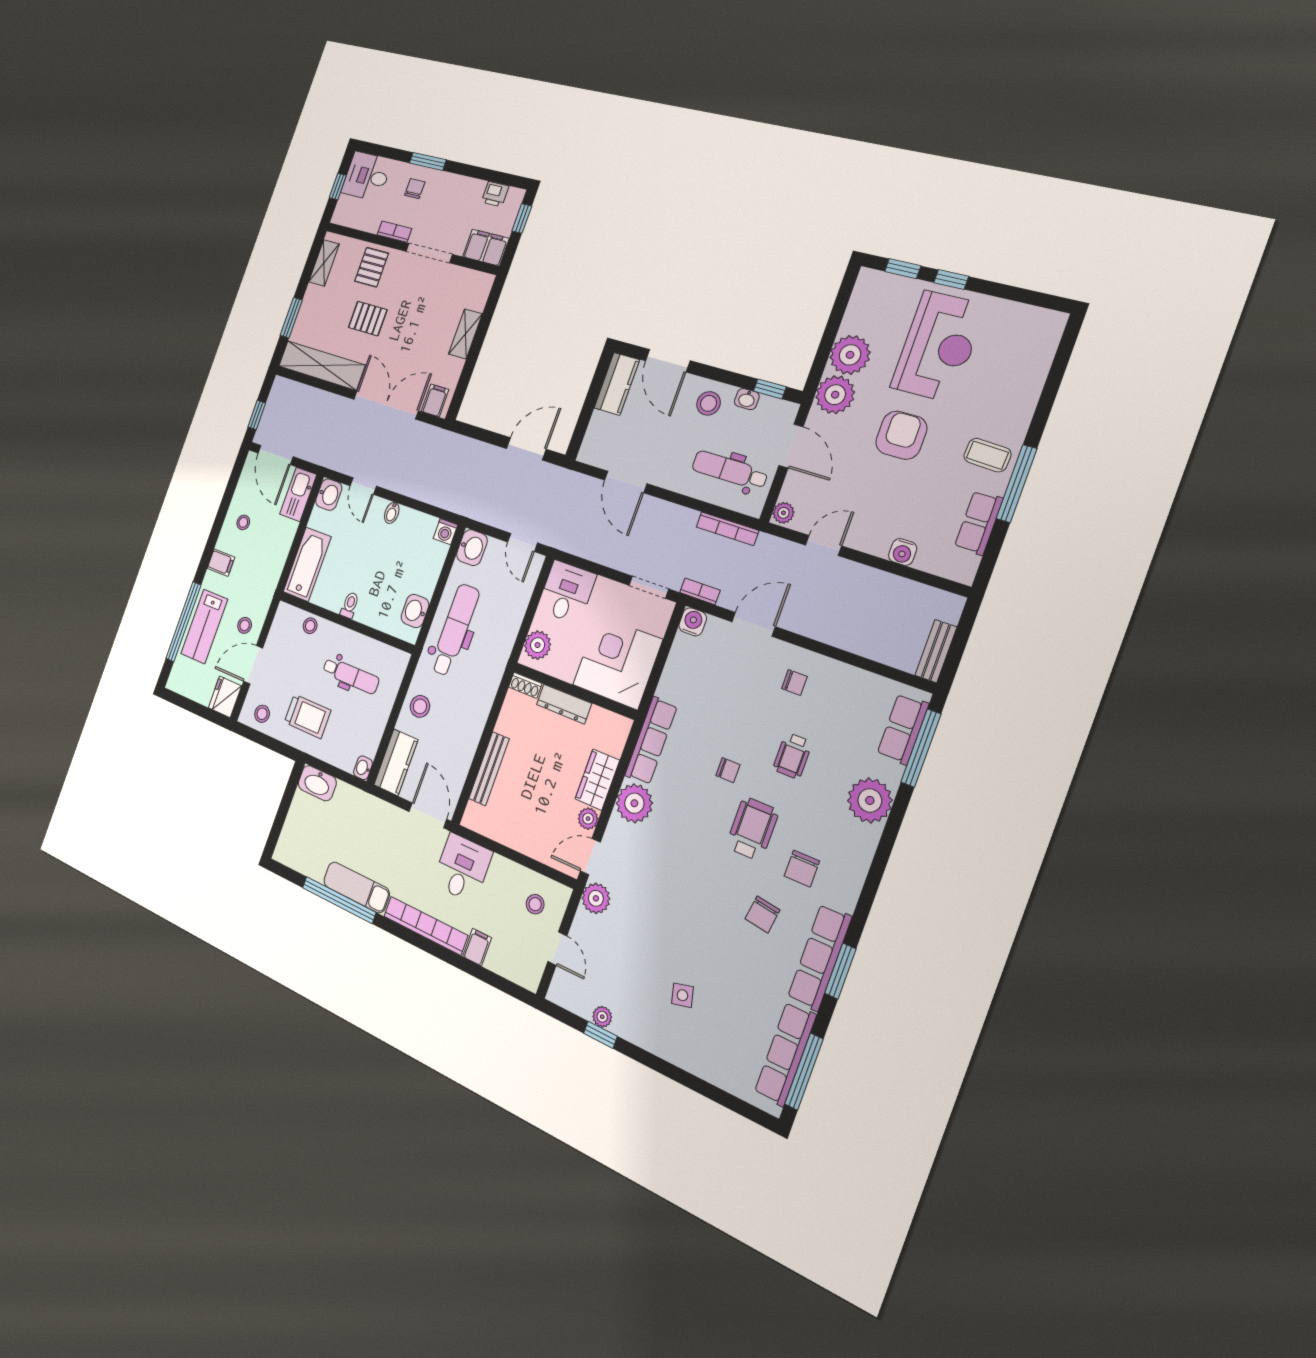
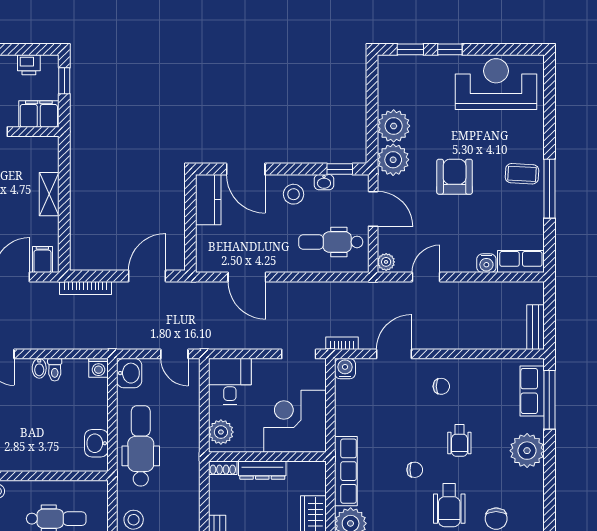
reception desk: (938, 346) -> (496, 84), moved, turned -90
row of seats: (979, 523) -> (521, 262), moved, turned 90
bookcase: (727, 529) -> (86, 288), moved
toilet: (350, 605) -> (55, 370), moved, turned 180
wheelchair: (752, 829) -> (449, 505), turned 180

